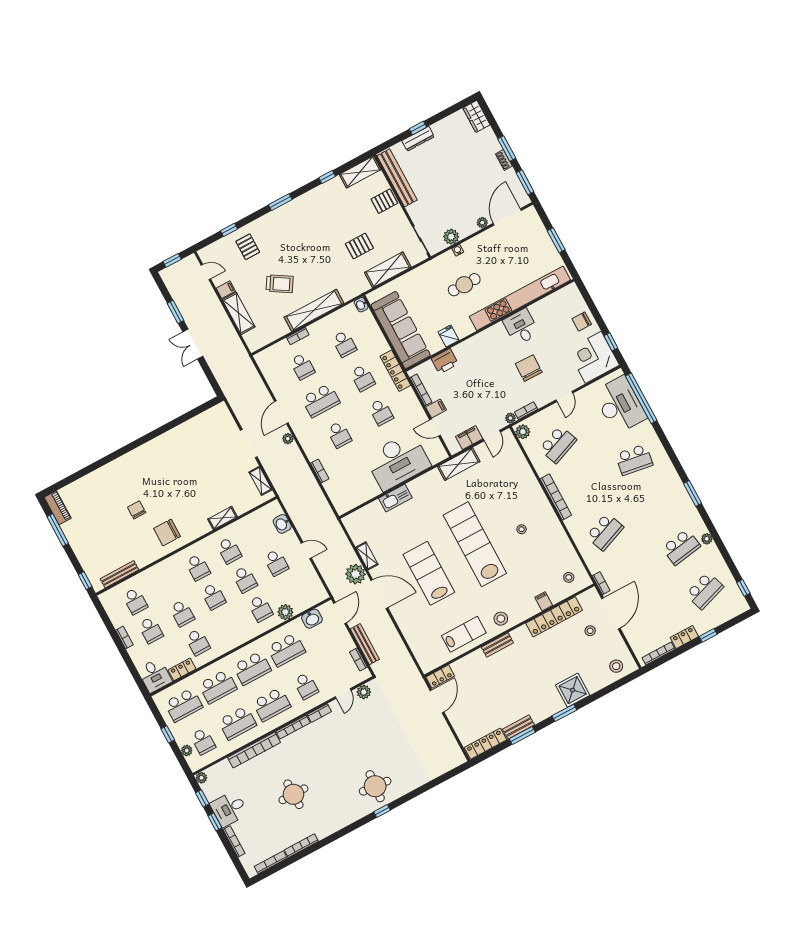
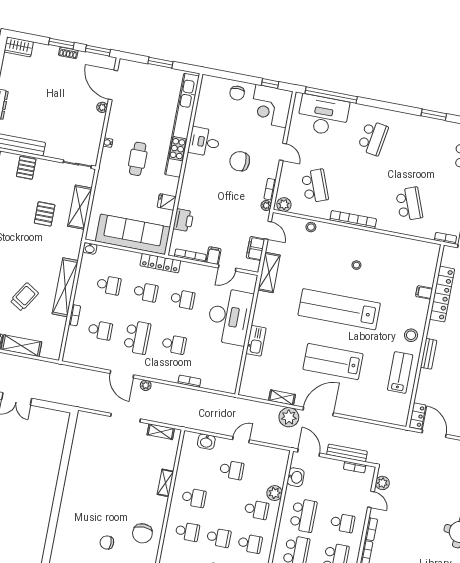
plant: (451, 237) -> (94, 139), removed
stool: (569, 577) -> (311, 227), moved
school desk: (245, 579) -> (250, 543), moved

